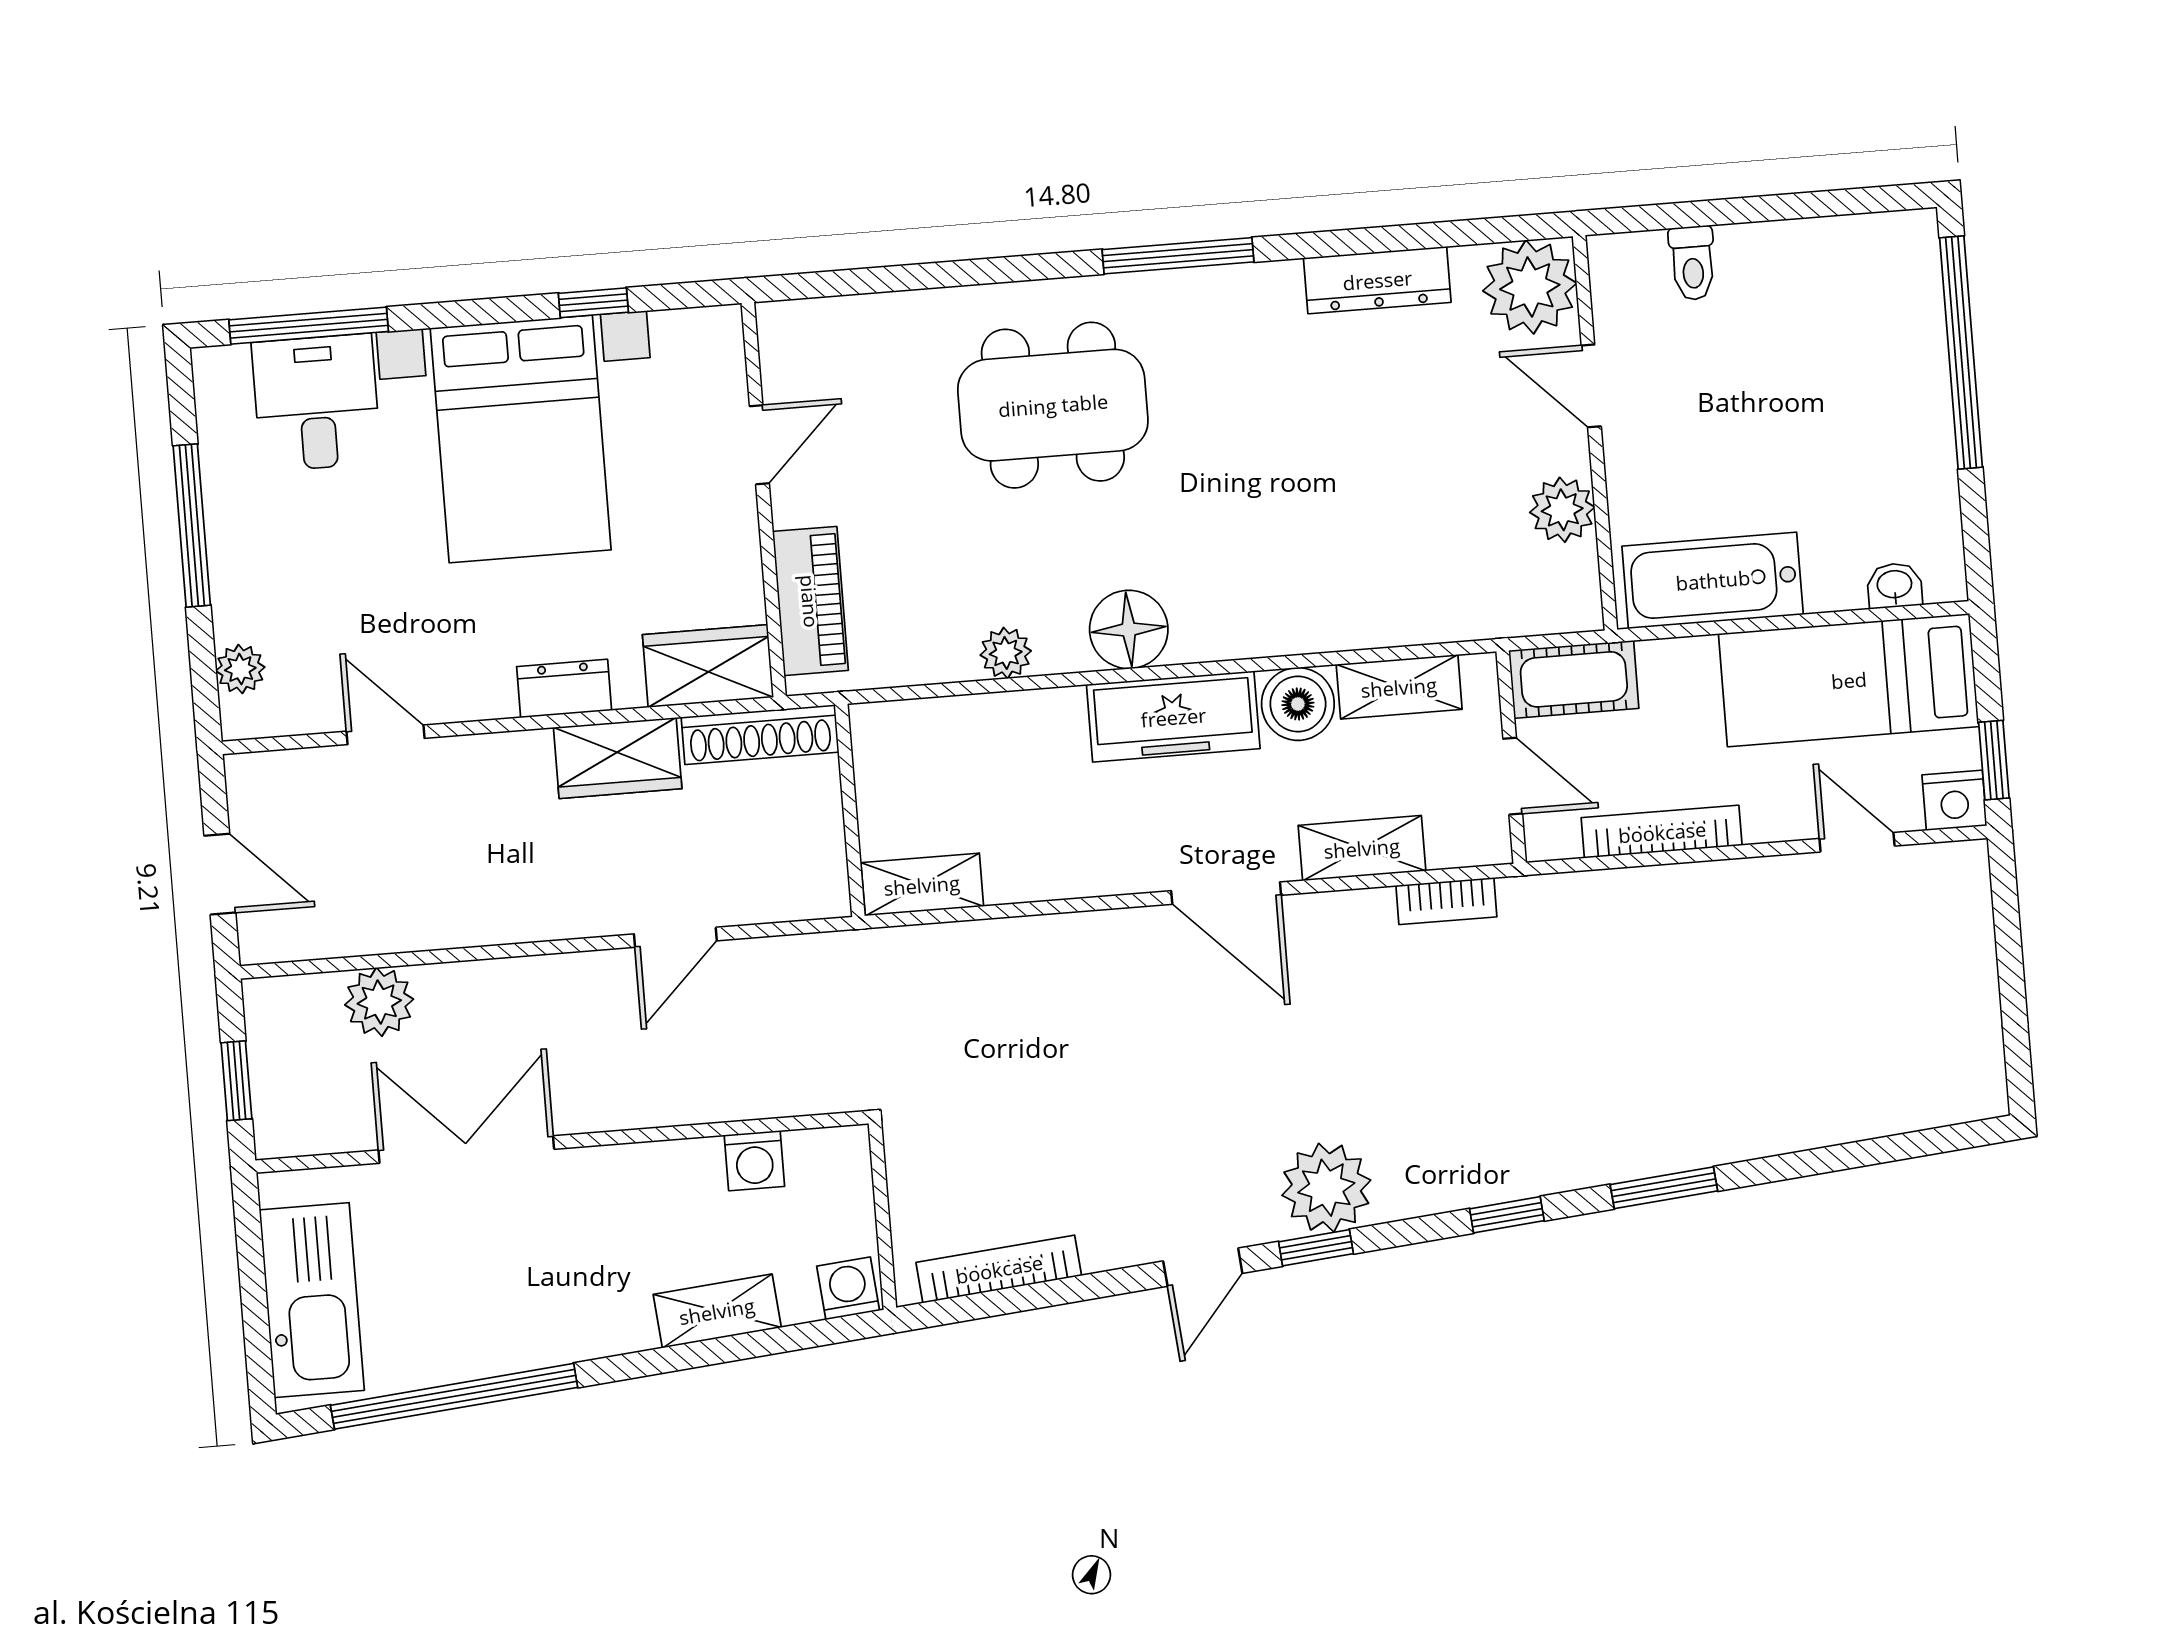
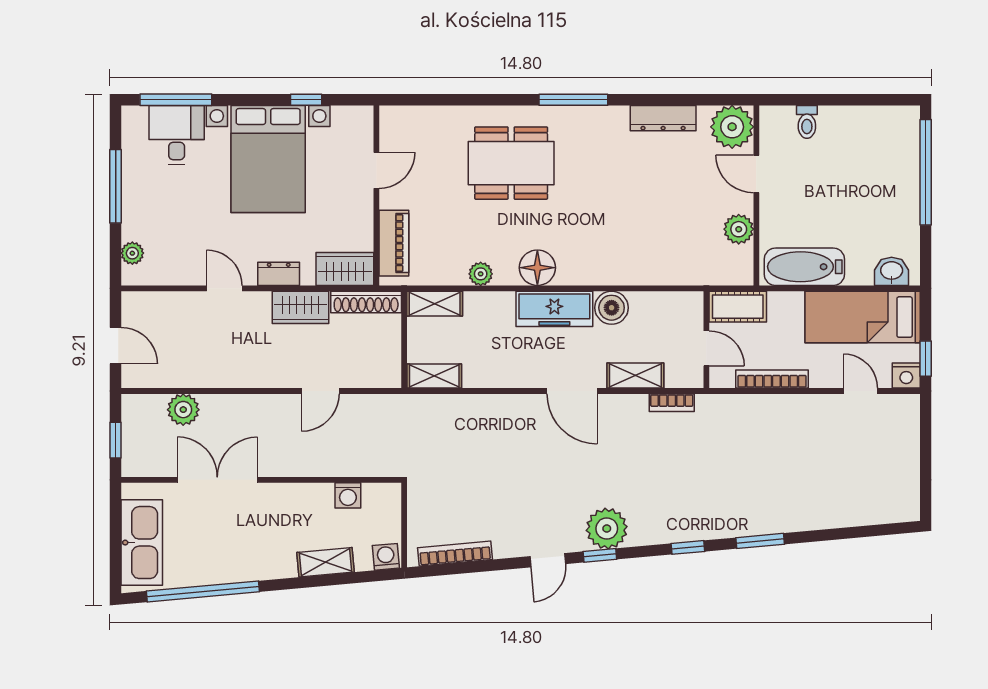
washbasin: (1895, 585) -> (892, 271), width x1.38, depth x1.45
shelving: (1399, 687) -> (435, 304), moved
door: (385, 735) -> (224, 288), moved

